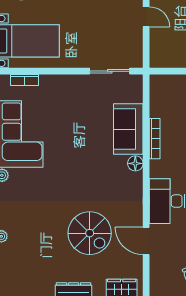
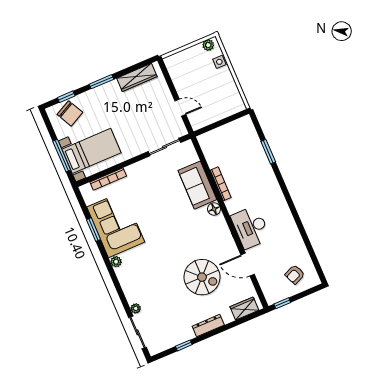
door: (146, 17) -> (180, 108), moved
bookcase: (25, 80) -> (108, 179), width x1.56

